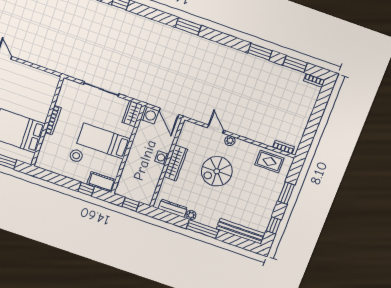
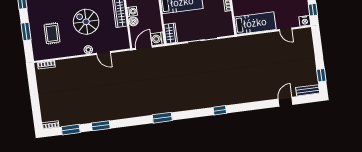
bed: (35, 79) -> (255, 23), added
door: (169, 113) -> (144, 48), hinge flipped
boiler: (166, 147) -> (133, 21), added
rug: (269, 161) -> (52, 33), moved, turned 90
spiral stairs: (217, 171) -> (86, 22), turned -90

